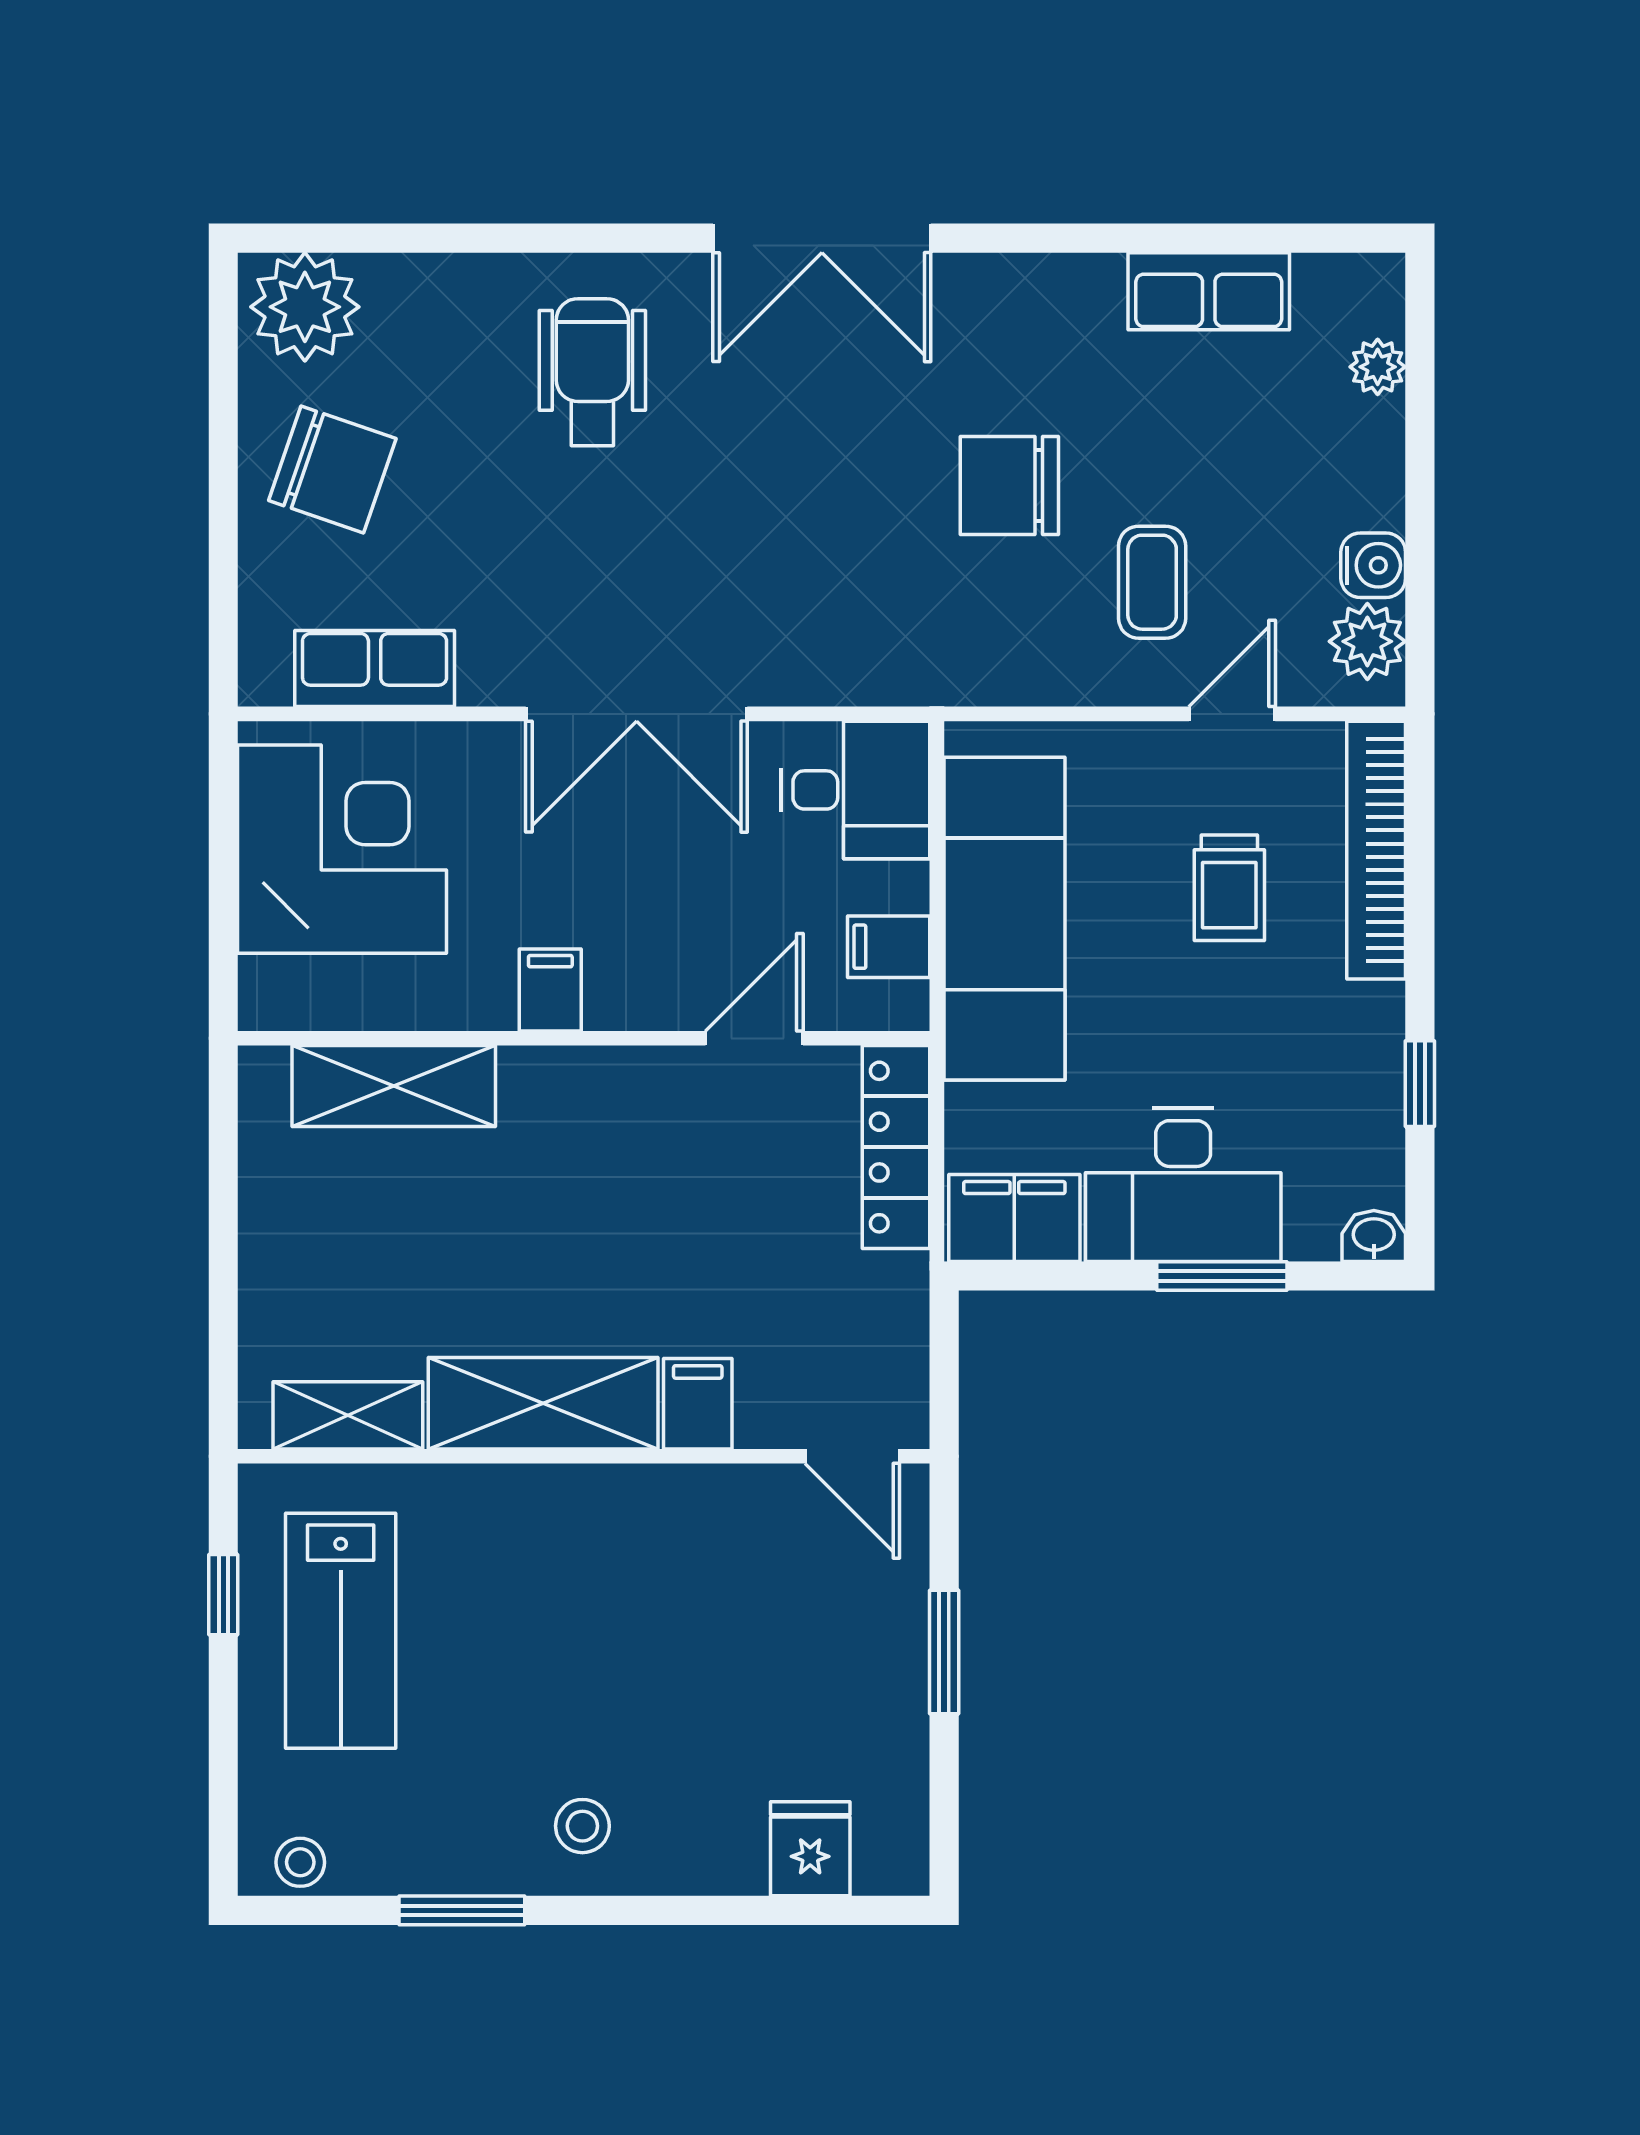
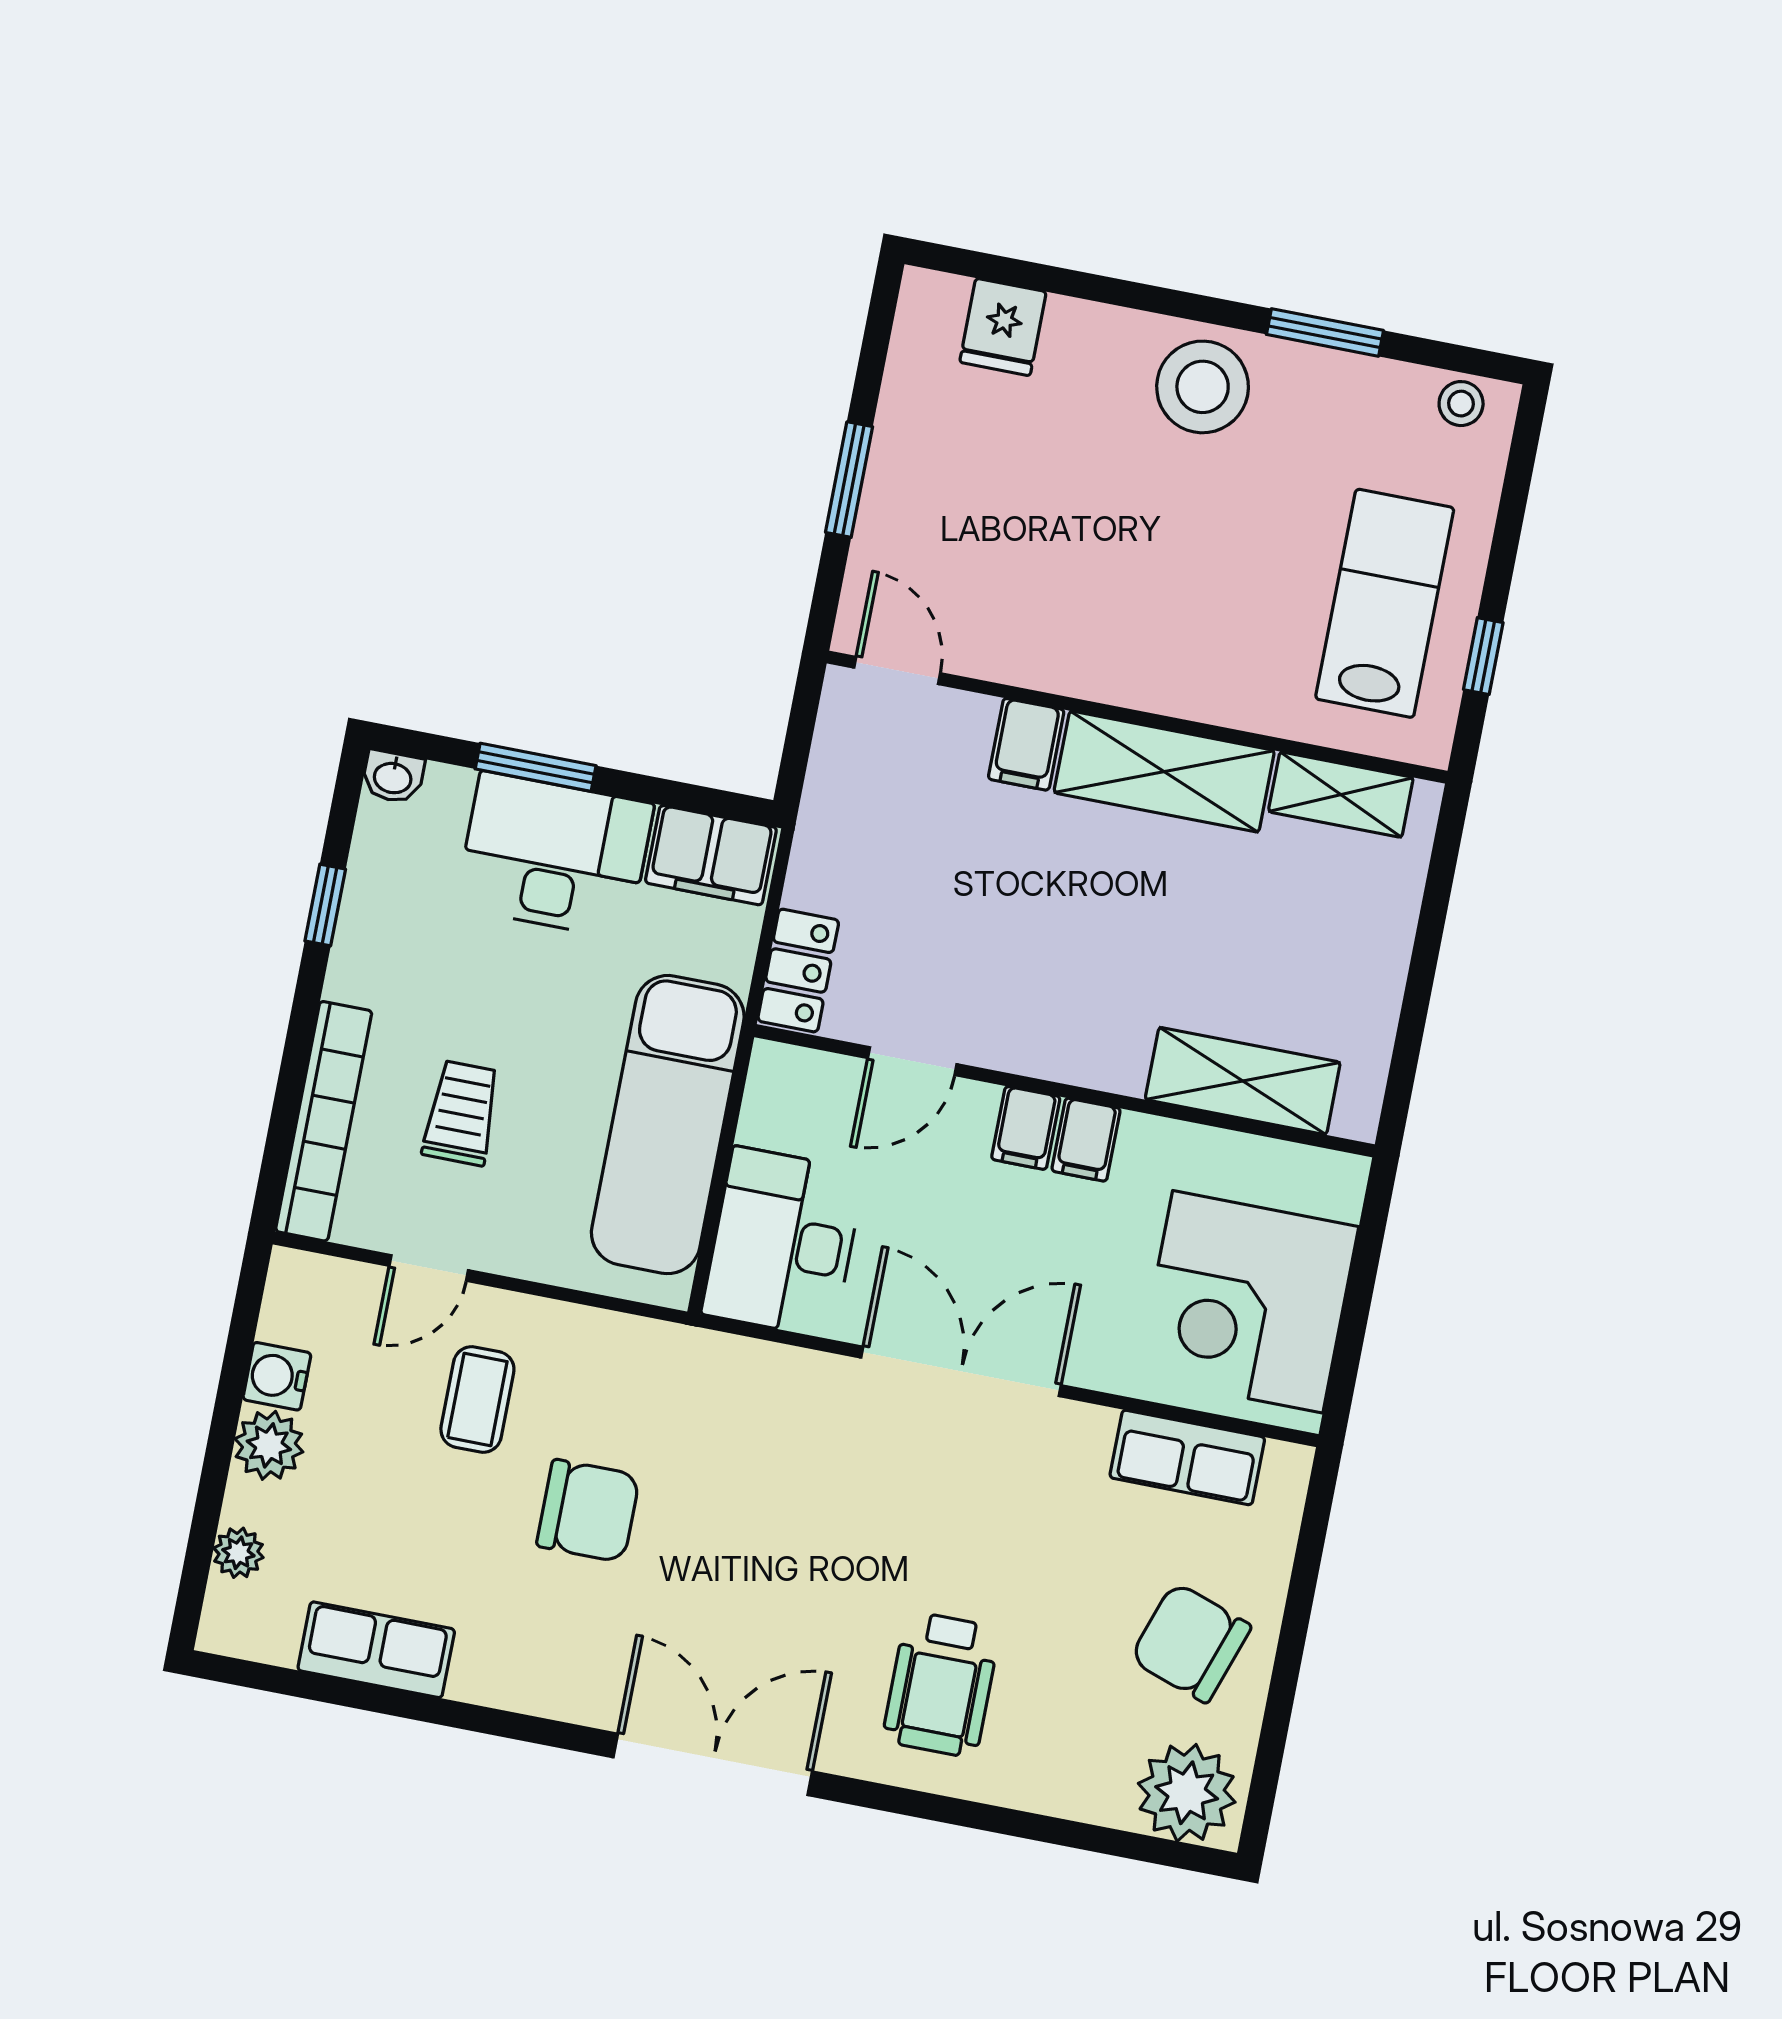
plant: (1367, 641) -> (269, 1445), moved
desk: (855, 790) -> (783, 1242), width x1.37
filing cabinet: (889, 947) -> (1026, 1128), moved, turned 90
locker: (896, 1147) -> (798, 971), width x0.66
stool: (582, 1826) -> (1203, 387), width x1.89, depth x1.89

